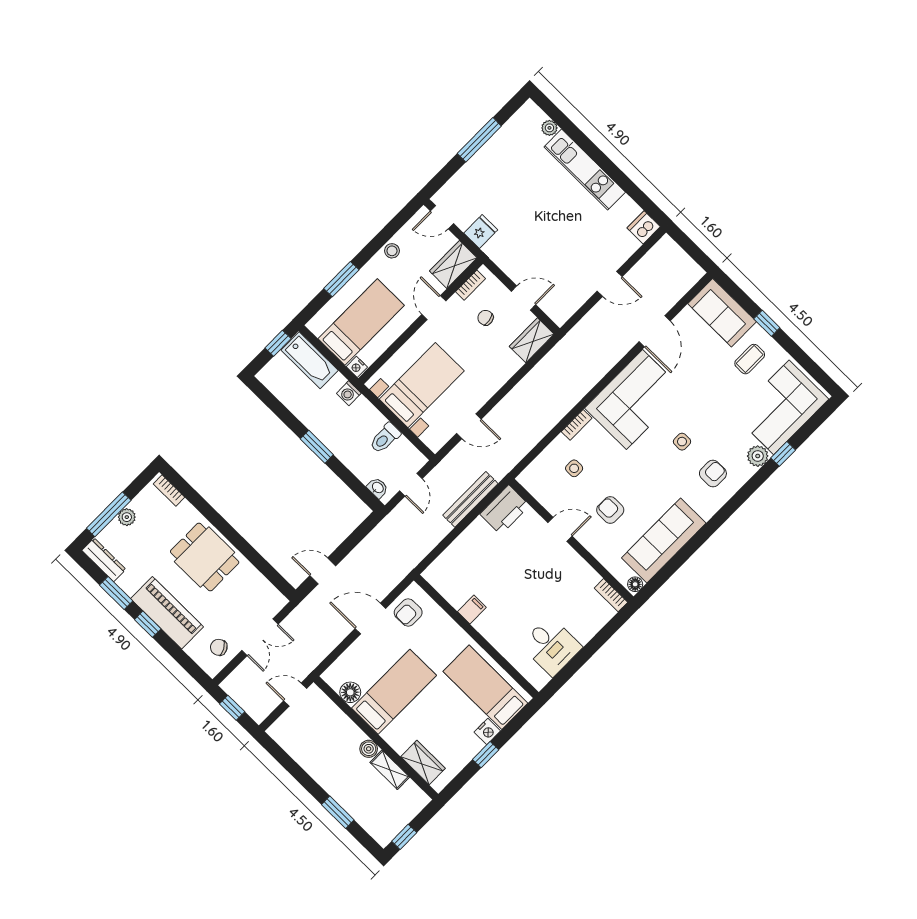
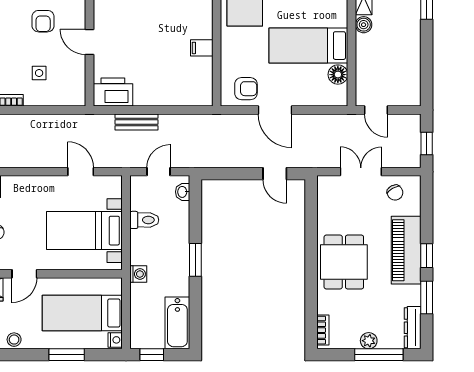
bathtub: (310, 360) -> (177, 323), moved, turned 180
nightstand: (357, 367) -> (115, 340), moved
bench: (470, 499) -> (137, 122), width x0.73

